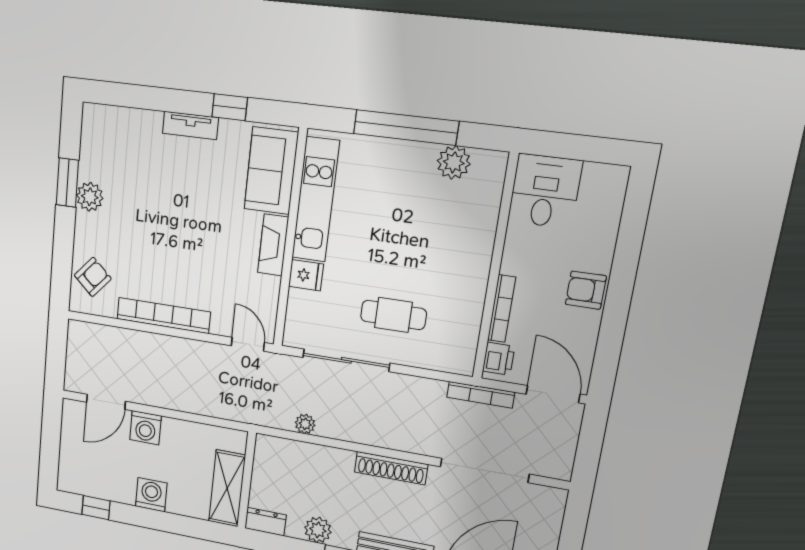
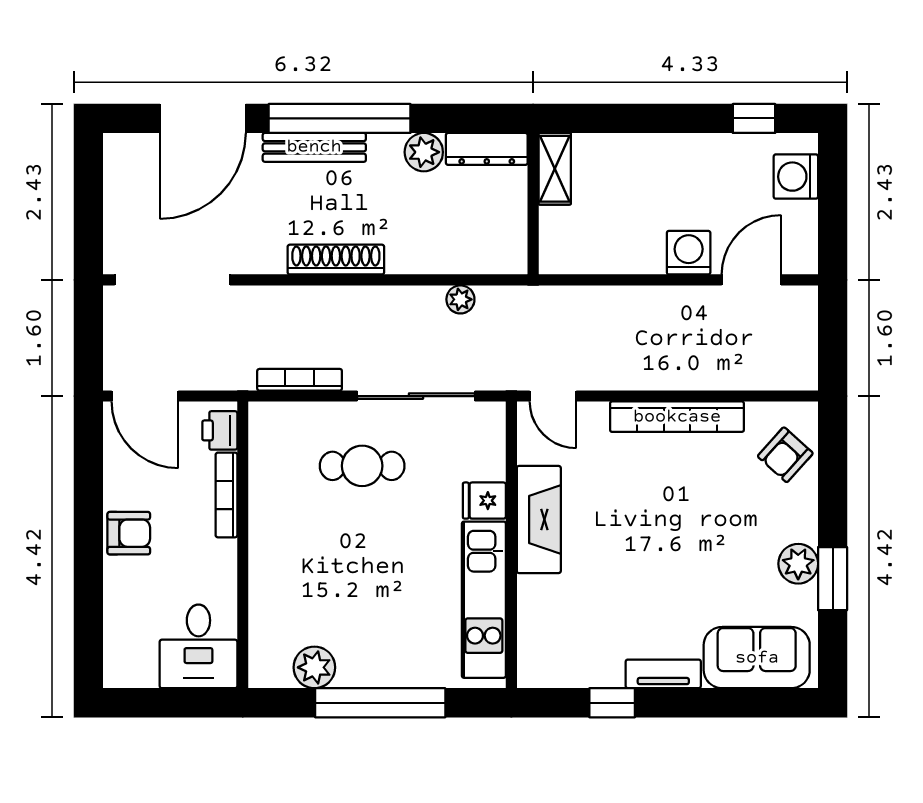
sofa: (271, 171) -> (757, 658), moved, turned -90
fireplace: (273, 245) -> (539, 520), width x1.37, depth x1.32
bookcase: (481, 395) -> (300, 380), moved
doorway: (484, 470) -> (172, 280), moved
shelving: (227, 488) -> (555, 169), width x0.67, depth x0.75
washing machine: (151, 495) -> (796, 177), moved, turned 90
dresser: (266, 522) -> (487, 149), width x1.44

